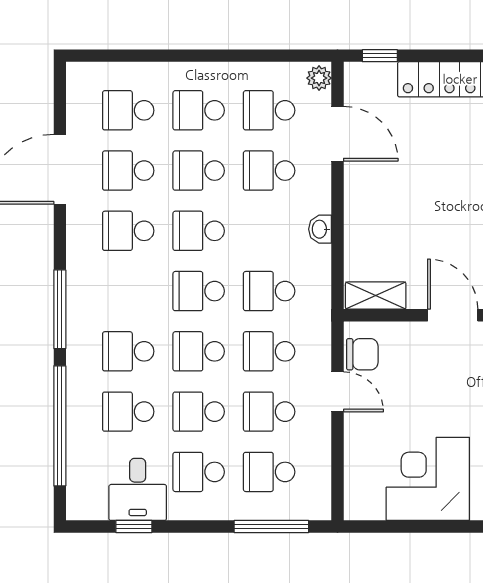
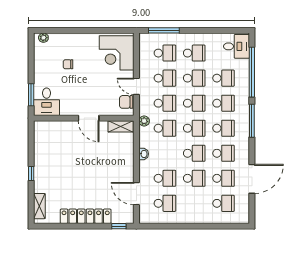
plant: (319, 78) -> (144, 121), moved
school desk: (199, 110) -> (223, 128), moved
corner desk: (428, 479) -> (117, 53), moved, turned 90
desk: (138, 489) -> (236, 46), moved, turned 90
window: (134, 527) -> (221, 30), removed

